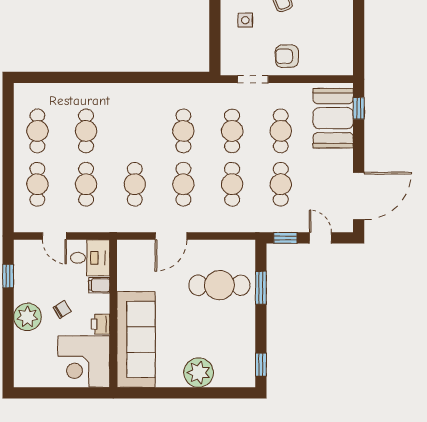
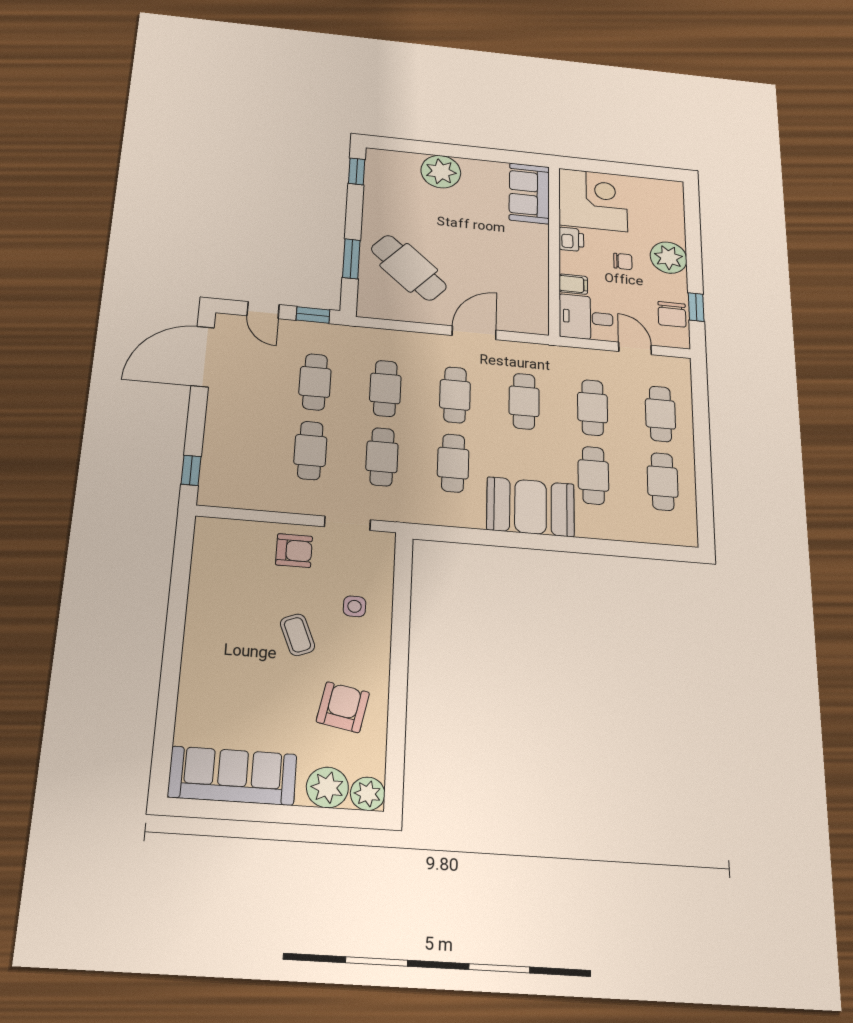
booth: (333, 118) -> (531, 507), moved, turned 90
chair: (26, 268) -> (672, 314), added
cafe table: (219, 285) -> (409, 268), turned 42
chair: (62, 309) -> (623, 261), turned -148
sofa: (136, 339) -> (529, 193), width x0.54, depth x0.79

